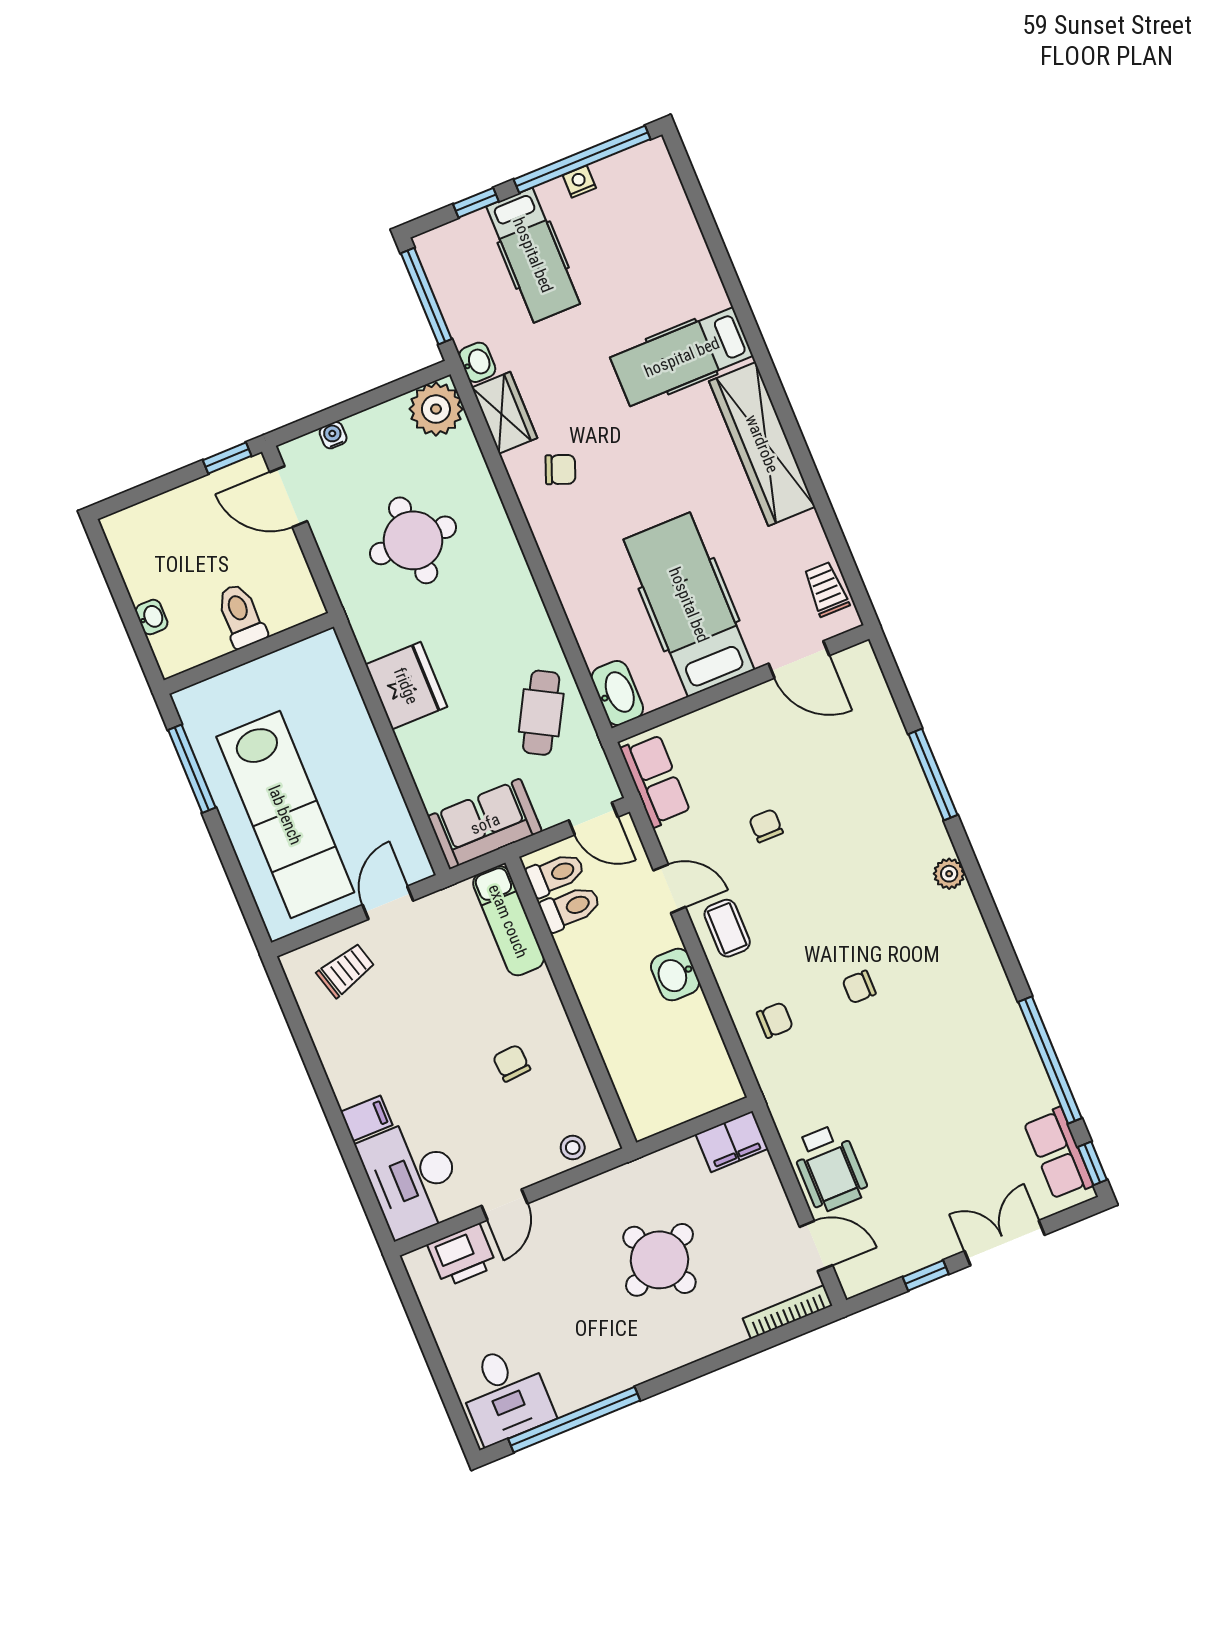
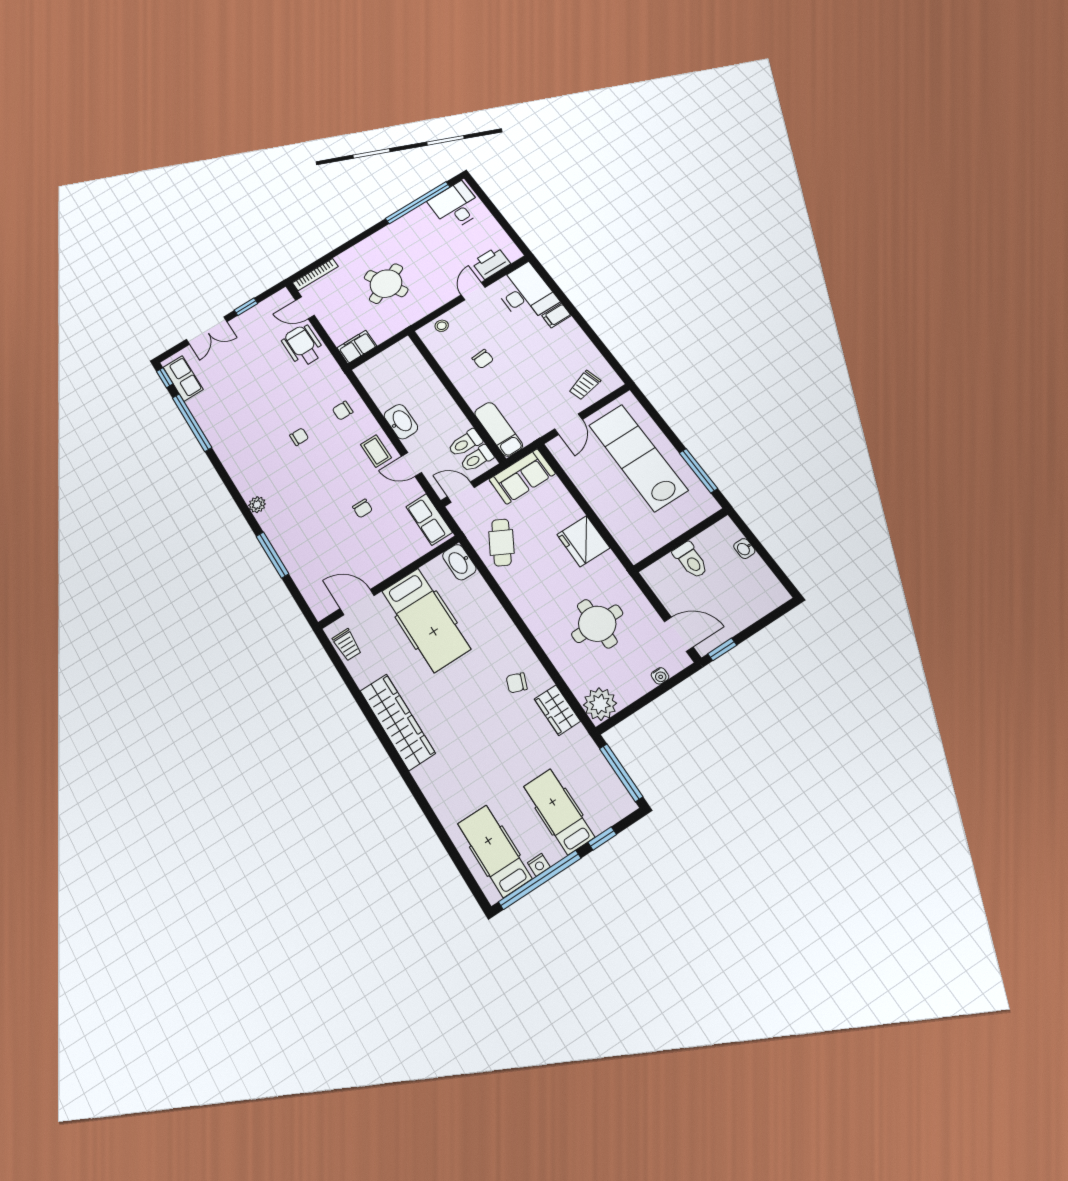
hospital bed: (682, 357) -> (495, 851), moved, turned -90
washbasin: (477, 362) -> (580, 738), removed
washbasin: (675, 975) -> (401, 422), width x1.38

